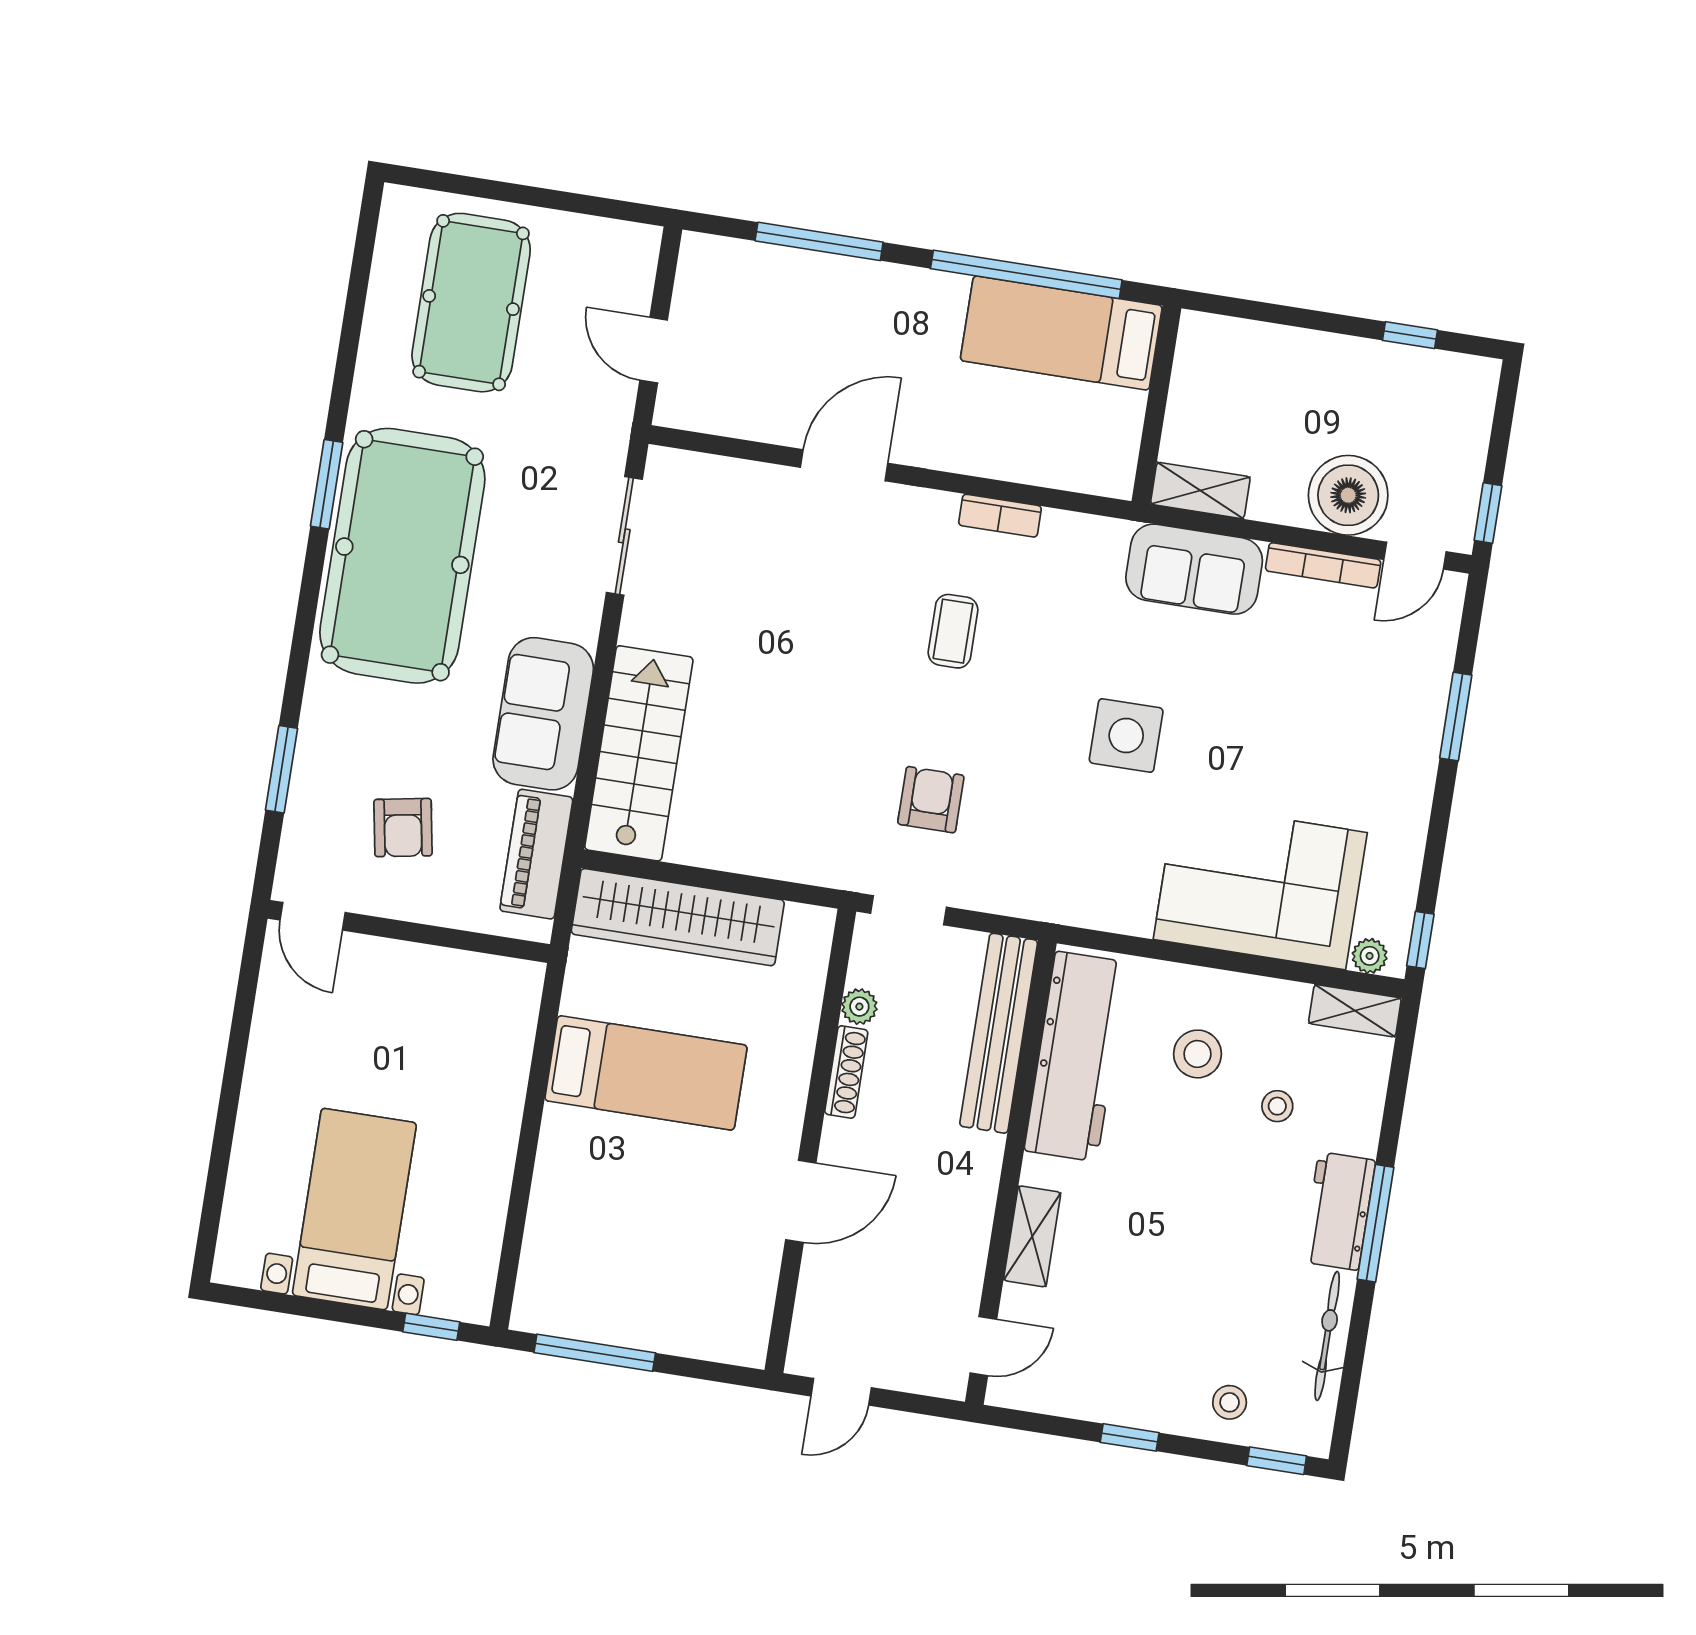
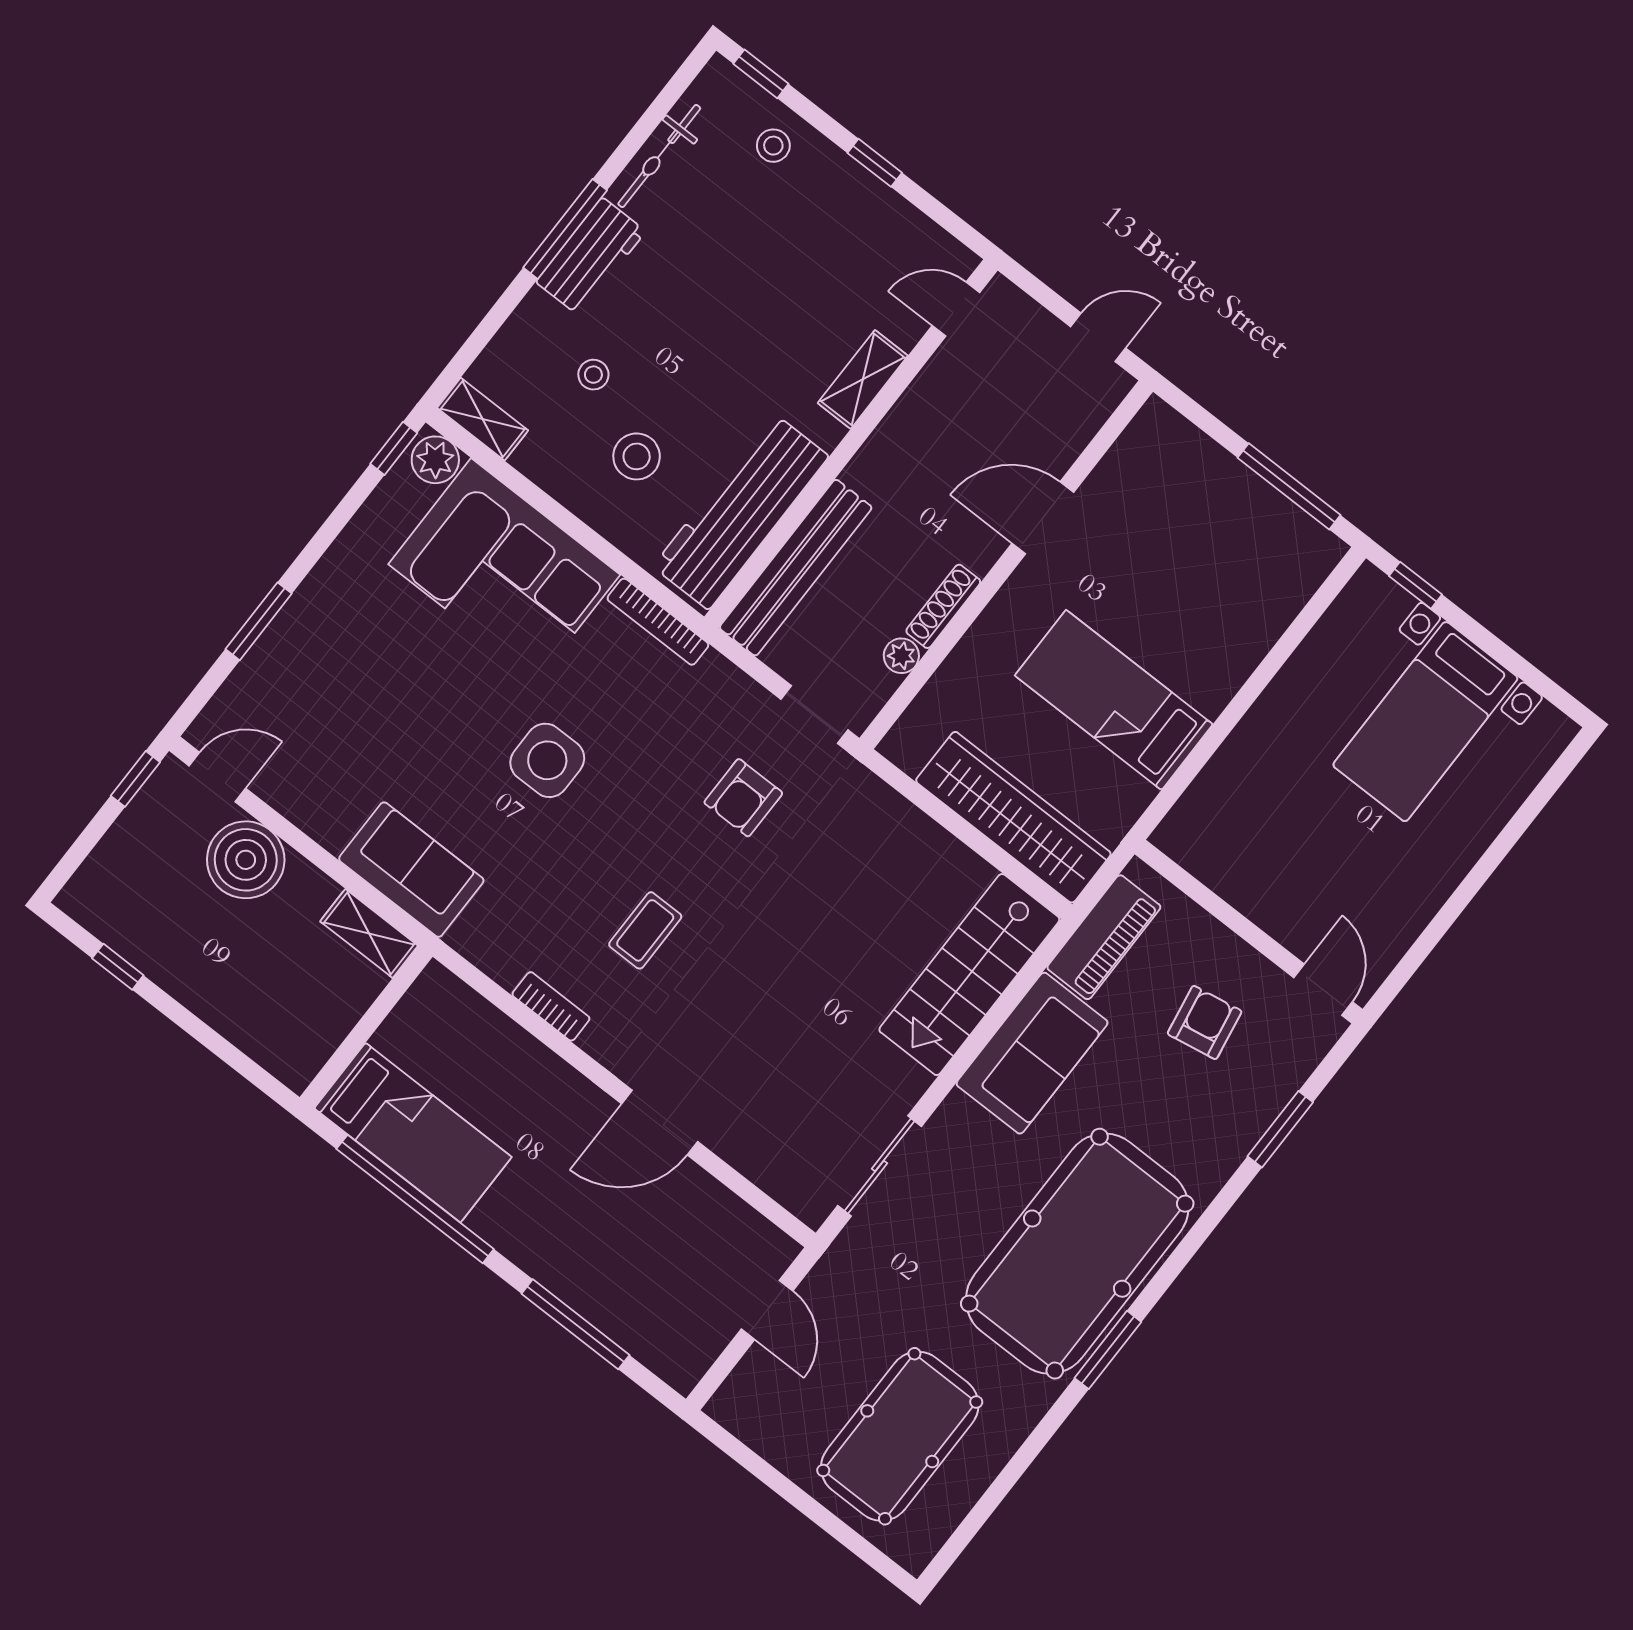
bookcase: (1323, 565) -> (658, 622), moved, turned 180
plant: (1370, 956) -> (435, 460), width x1.38, depth x1.38

